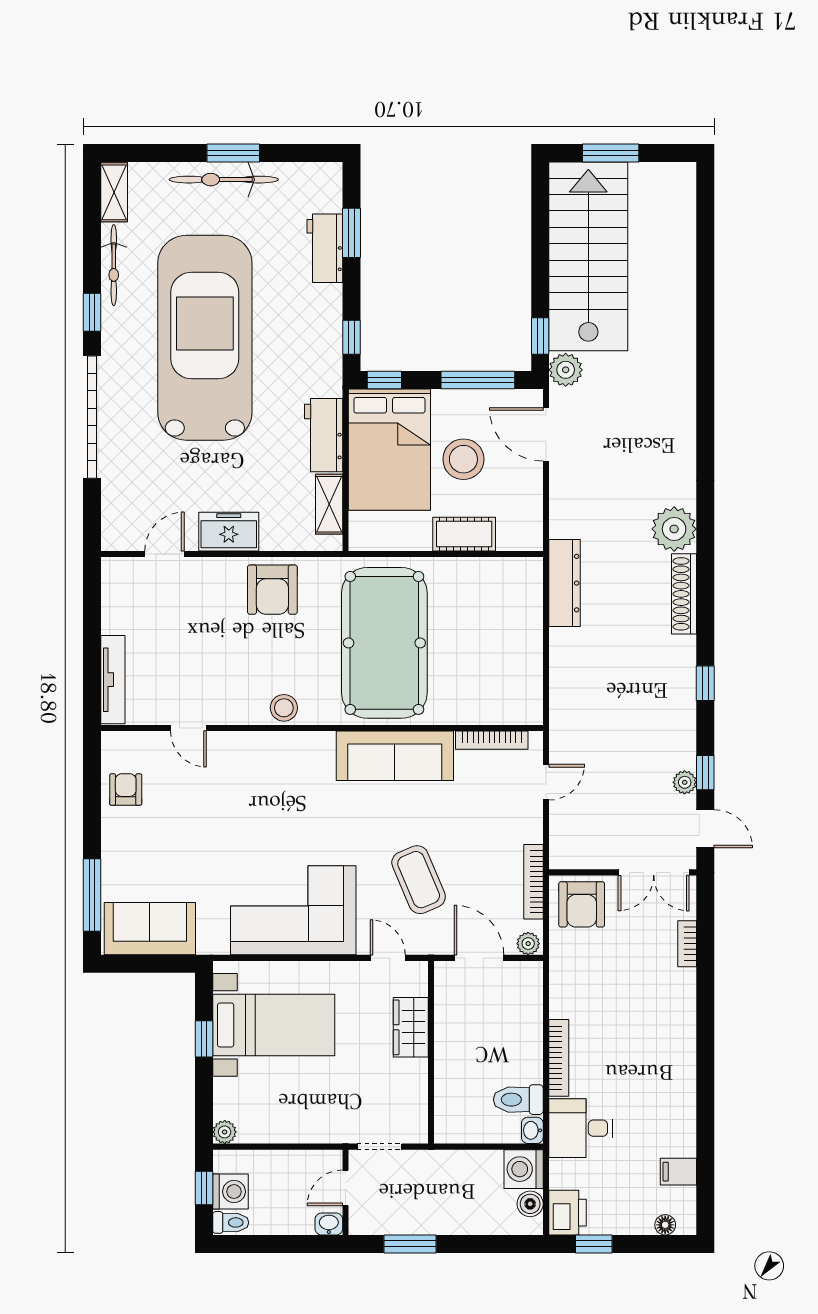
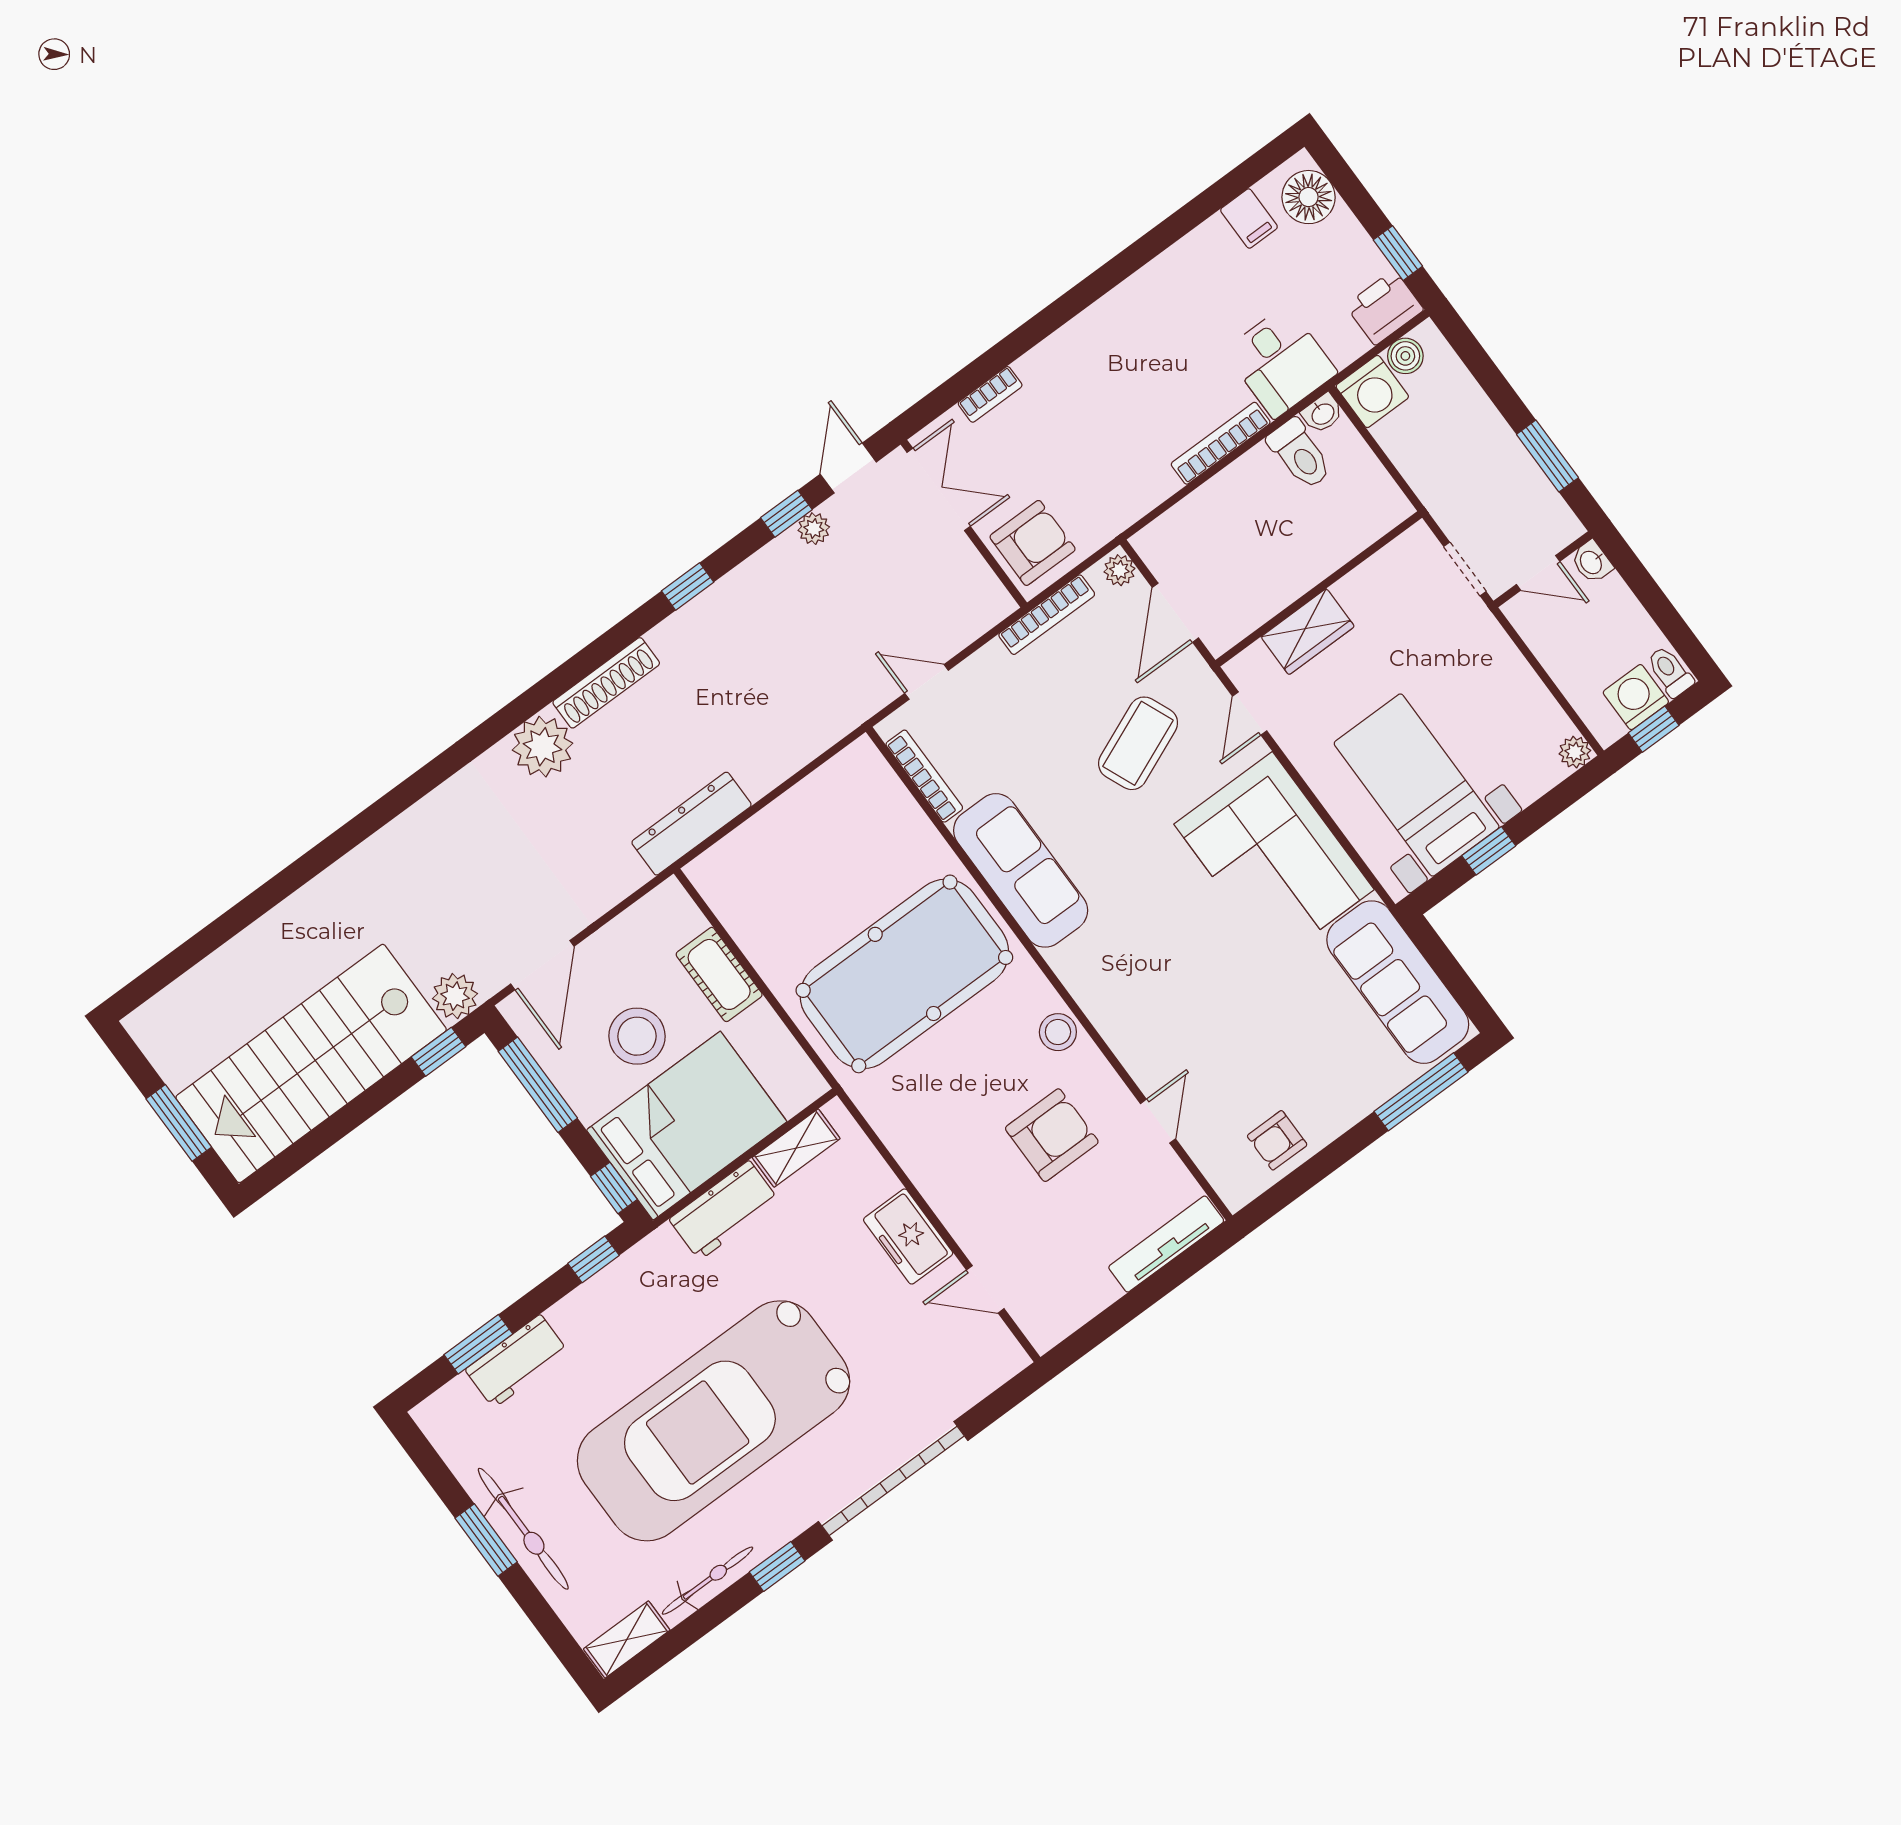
armchair: (272, 590) -> (1052, 1135), moved
sofa: (150, 929) -> (1398, 982), width x1.36
floor lamp: (665, 1225) -> (1309, 197), width x1.89, depth x1.89

